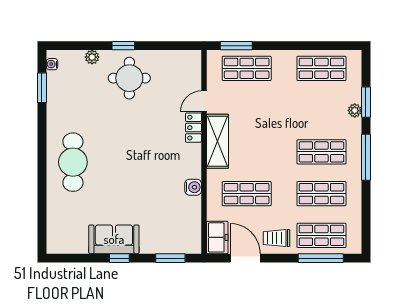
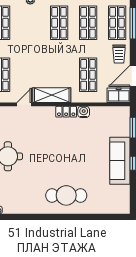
window: (42, 88) -> (15, 217), removed
door: (204, 101) -> (24, 104), swing flipped
locker: (193, 128) -> (66, 112), moved
sofa: (114, 239) -> (120, 161), width x1.36

